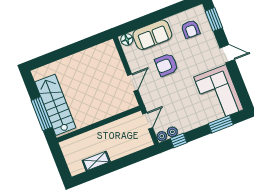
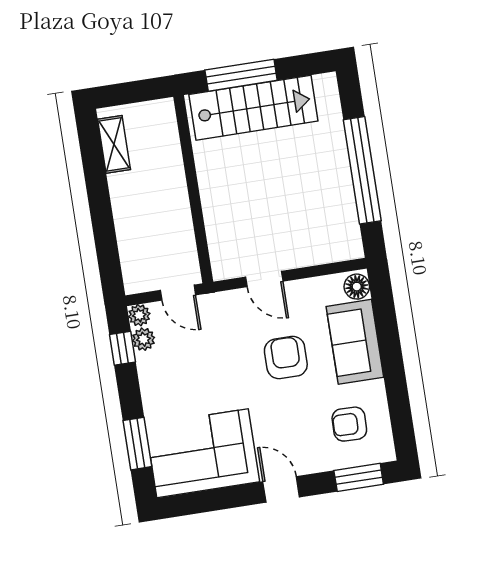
window: (73, 49) -> (362, 170), added
door: (227, 54) -> (281, 489), swing flipped
shelving: (96, 161) -> (114, 144), moved

